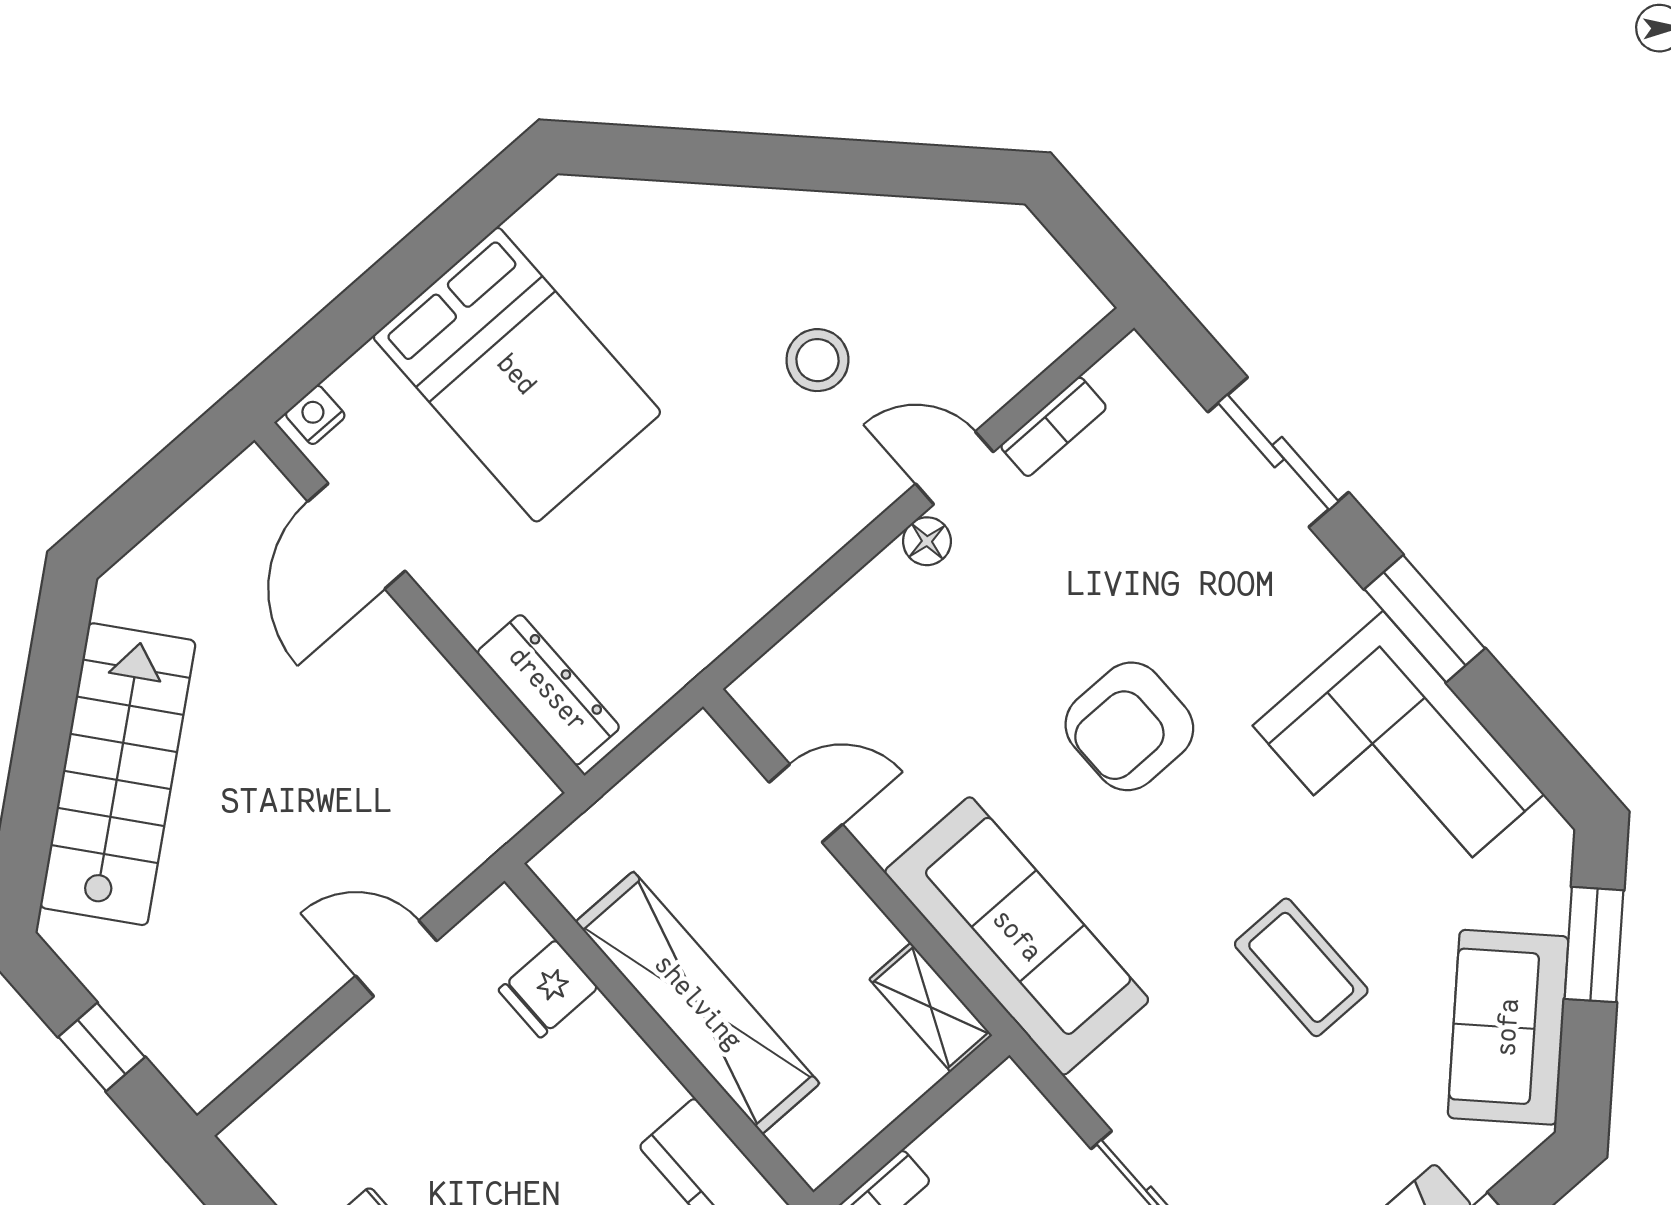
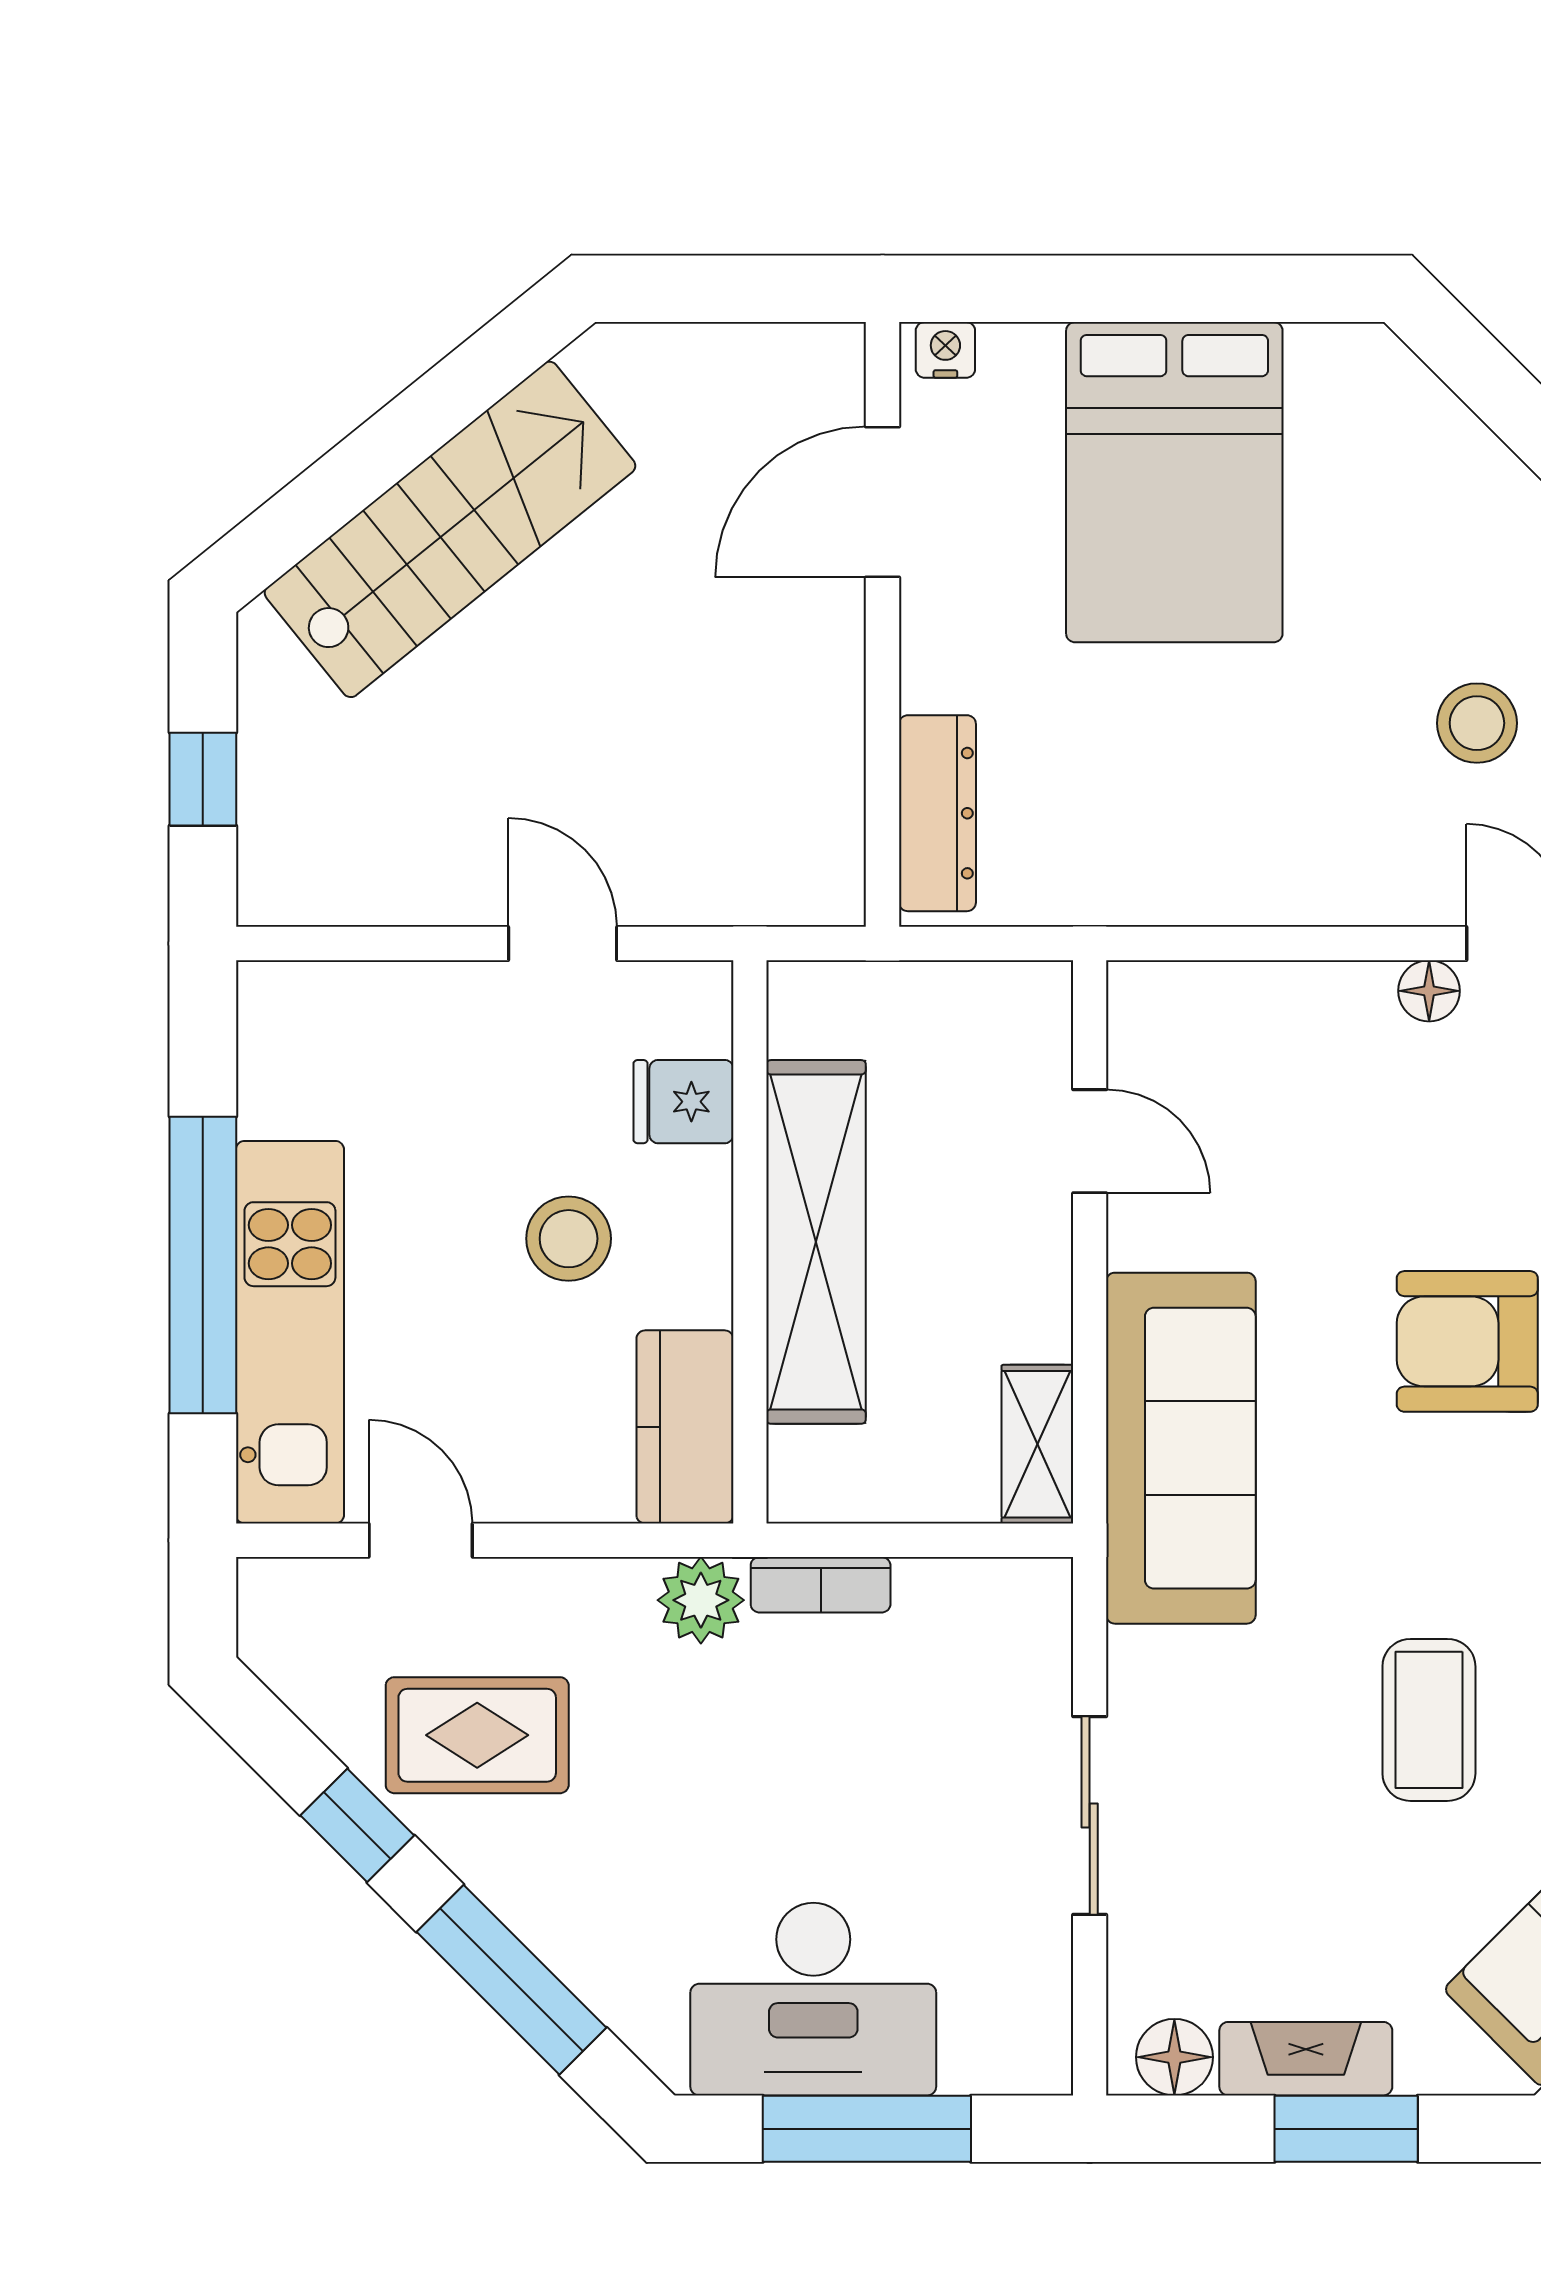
stool: (551, 1128) -> (569, 1239), added

